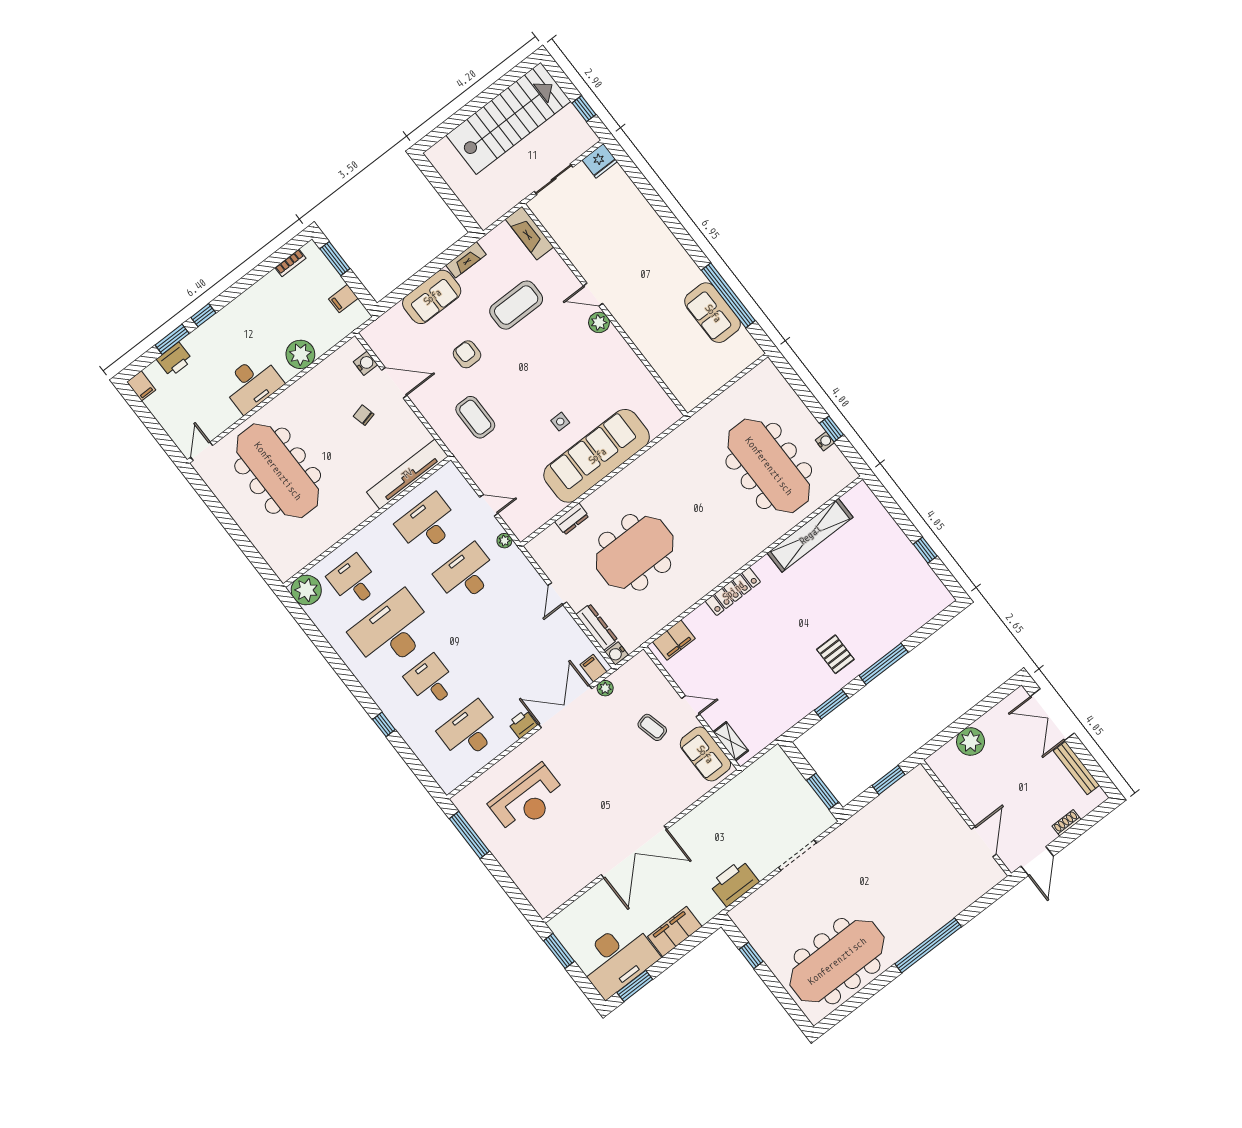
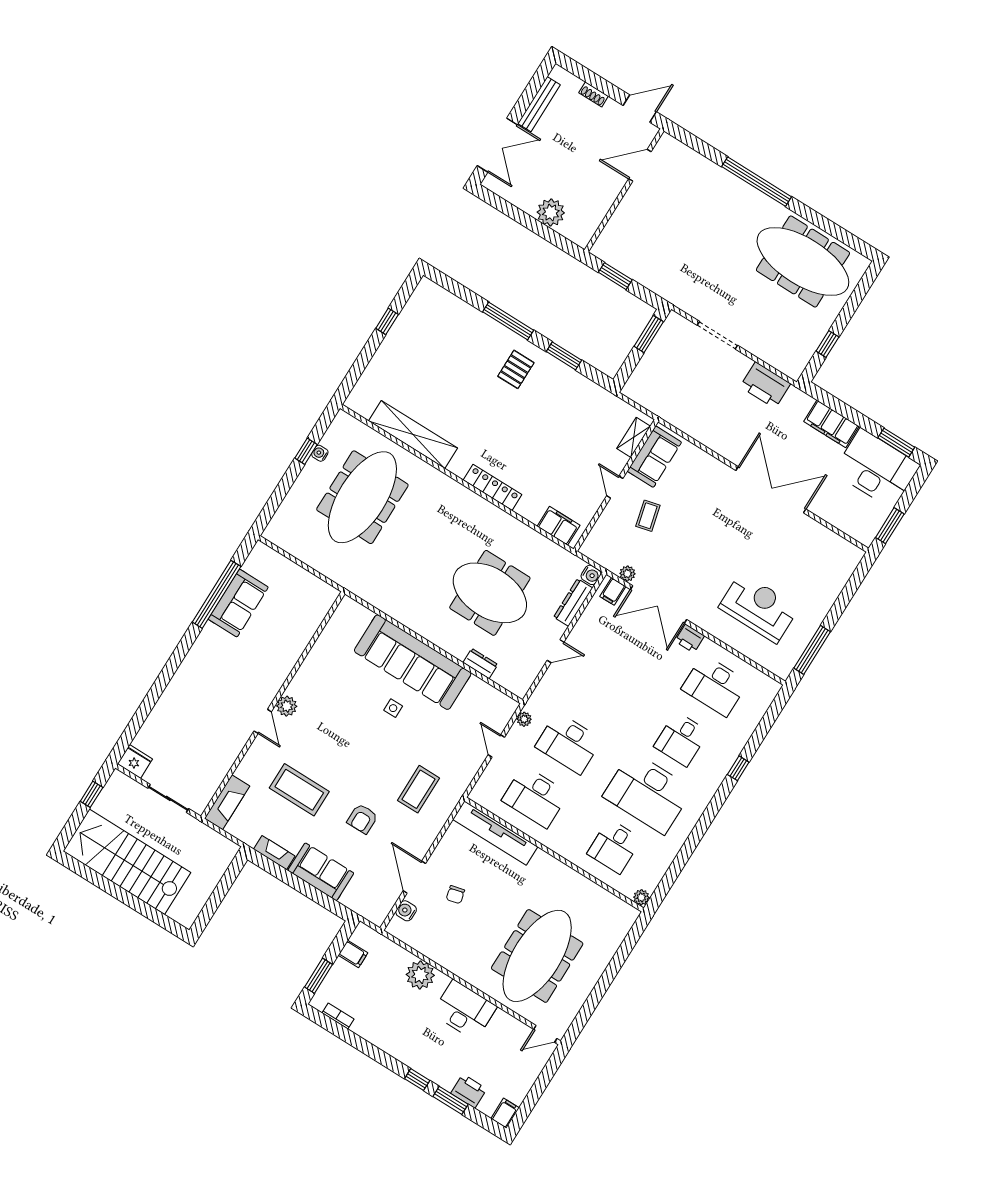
plant: (306, 590) -> (641, 897), width x0.53, depth x0.53

